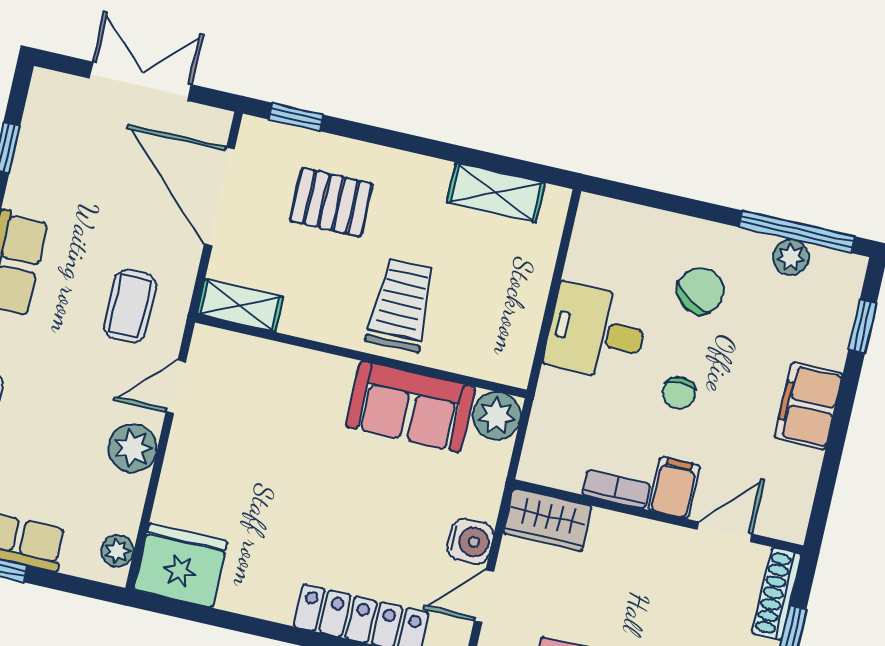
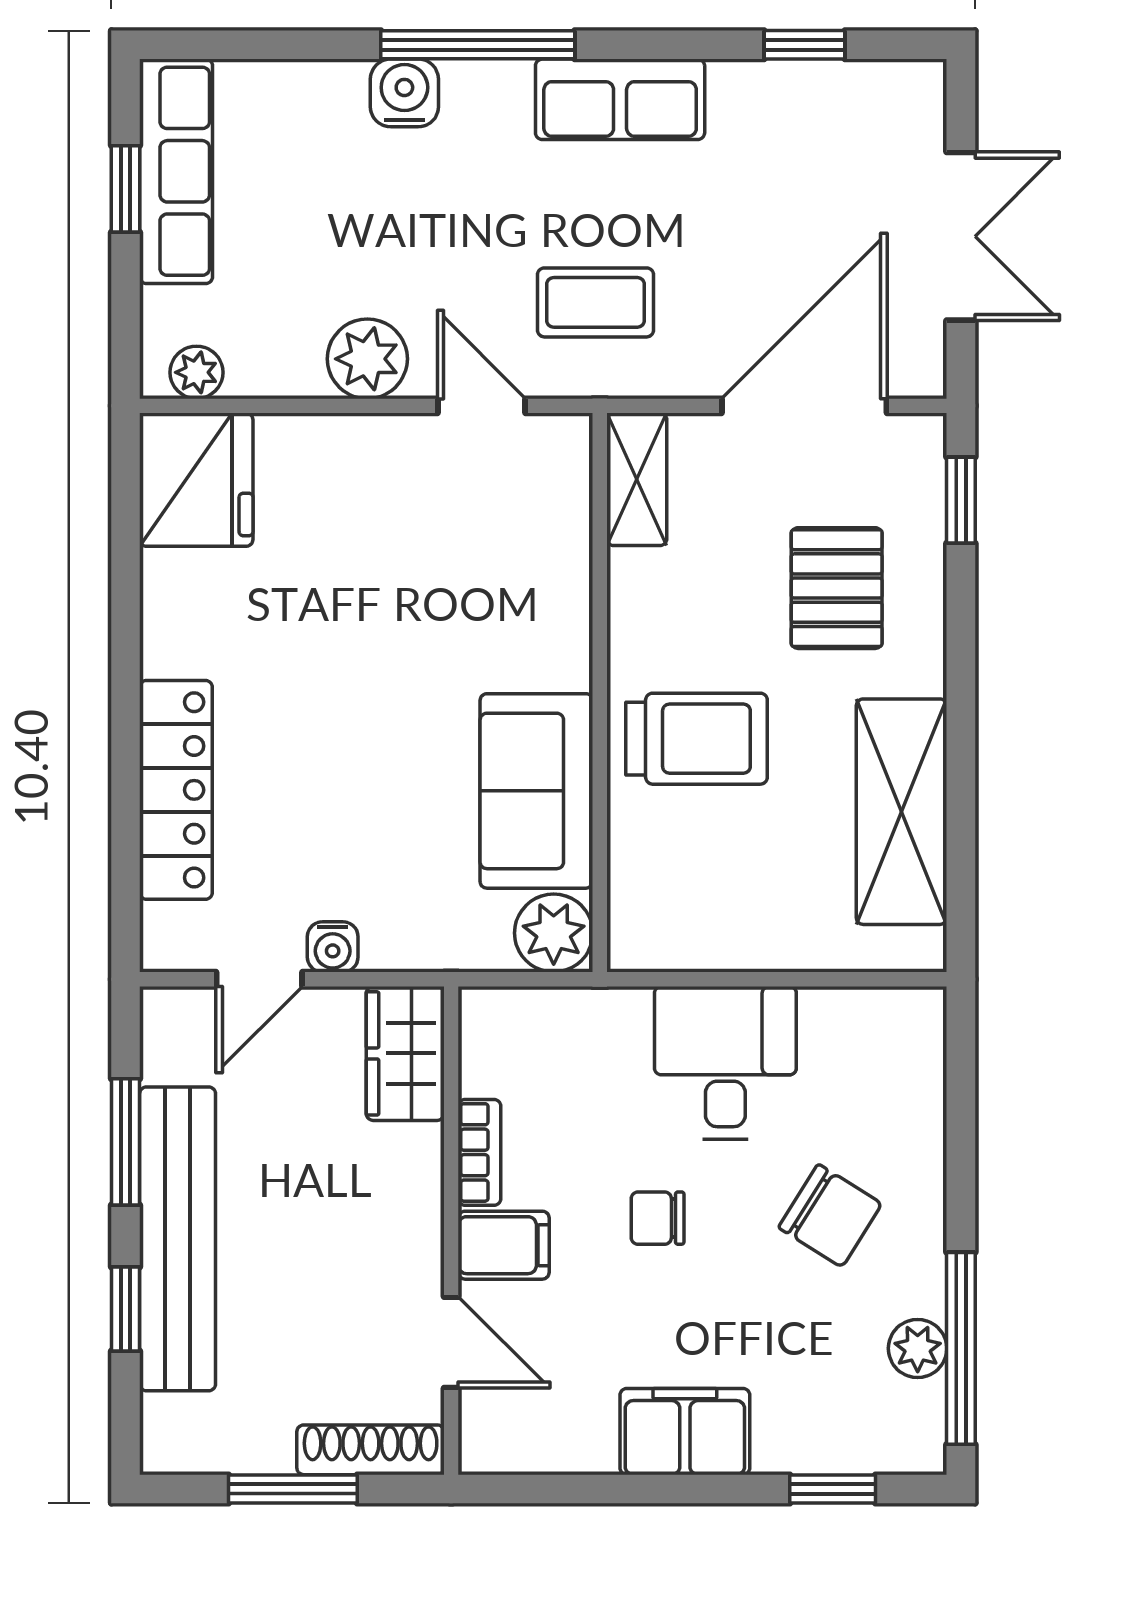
shelving: (496, 193) -> (902, 812), width x1.50, depth x1.33
water cooler: (471, 541) -> (333, 947), width x0.72, depth x0.72
door: (484, 596) -> (259, 979), swing flipped

